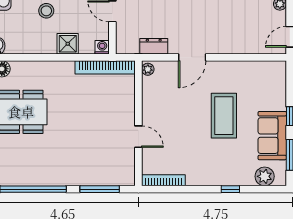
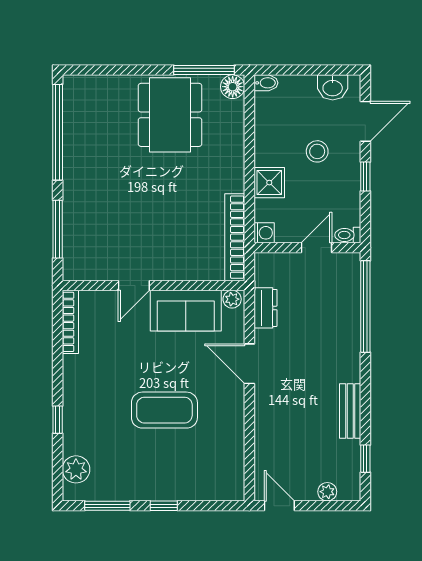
sofa: (272, 136) -> (186, 311), moved, turned 180

